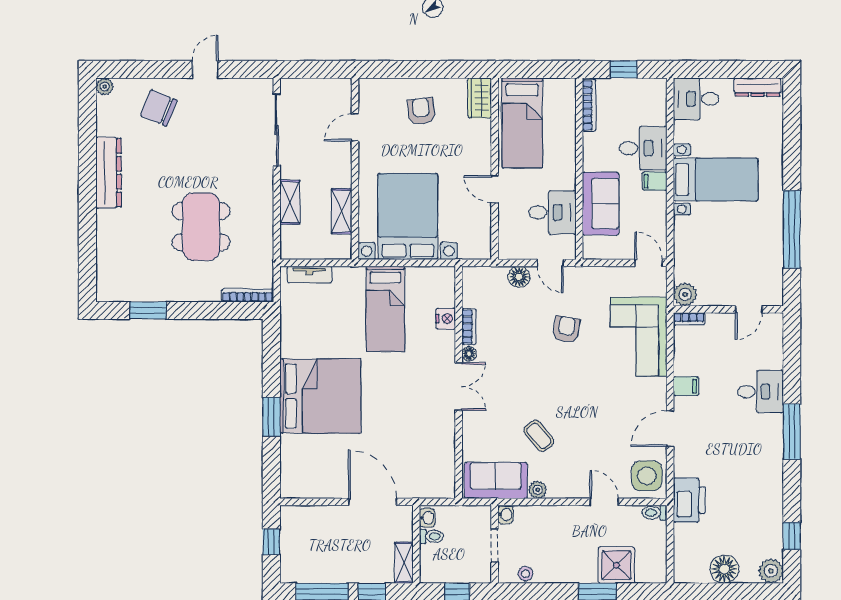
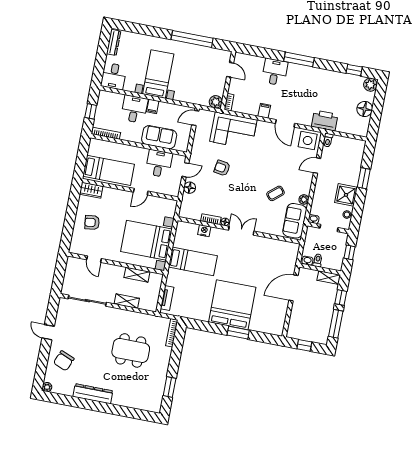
shower: (616, 565) -> (346, 195), moved

